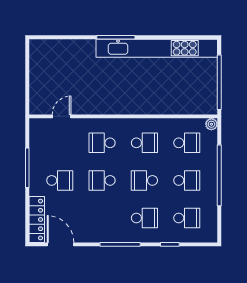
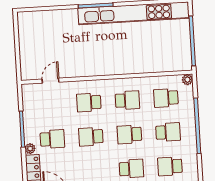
school desk: (187, 143) -> (166, 98), turned 180
plant: (35, 189) -> (30, 149), added
school desk: (187, 218) -> (170, 166), turned 180

